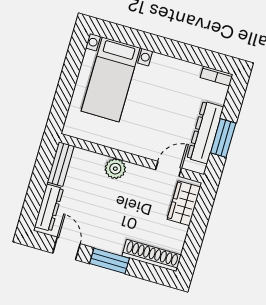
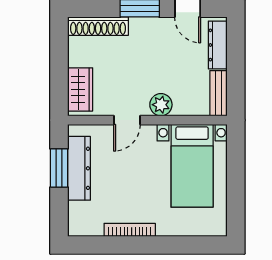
bookcase: (217, 76) -> (130, 230), moved, width x1.56
bed with nightstands: (111, 79) -> (192, 166), moved, turned 180
door: (168, 169) -> (127, 120), moved

